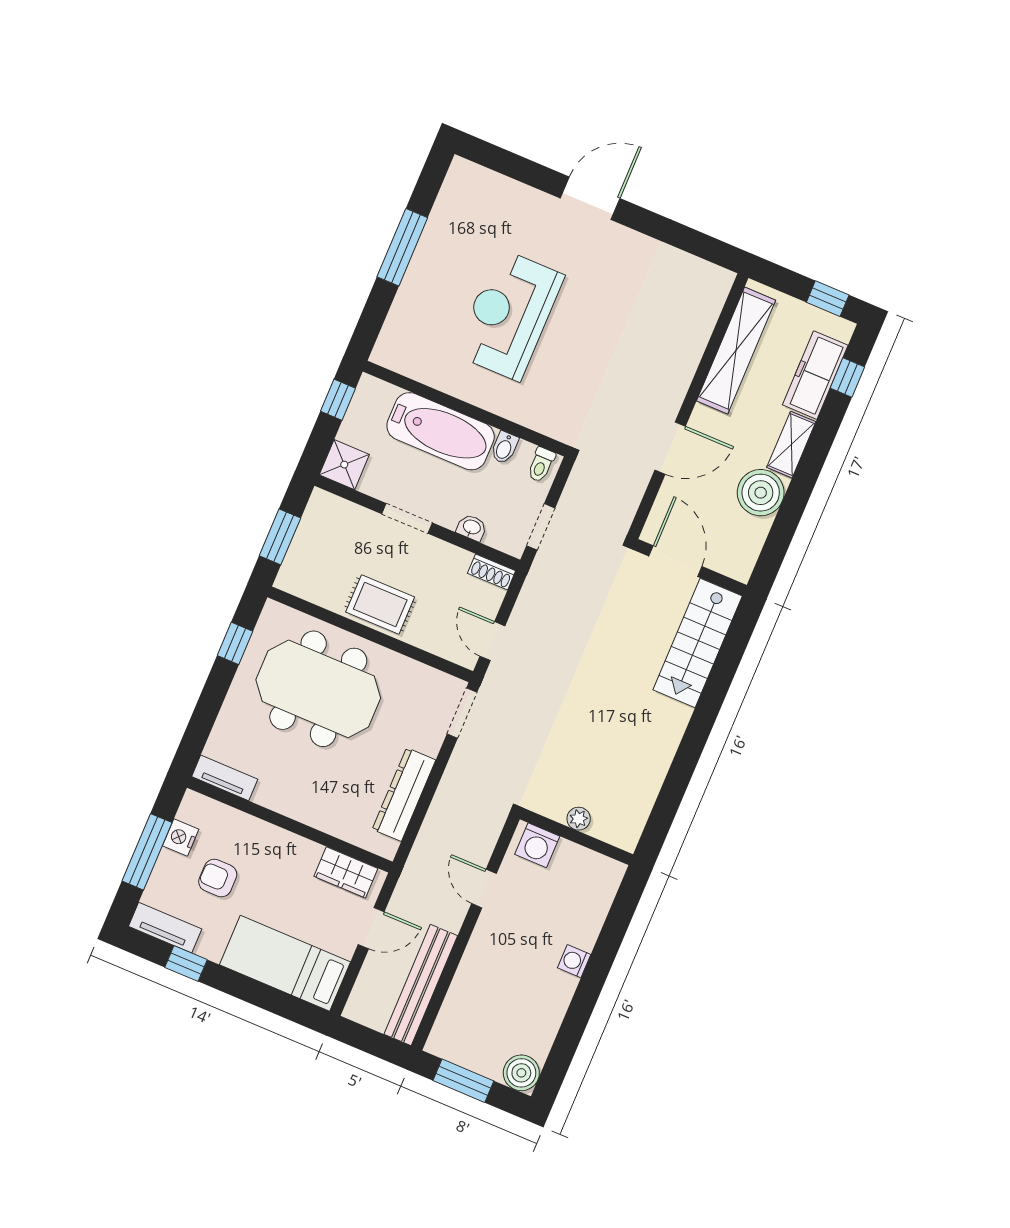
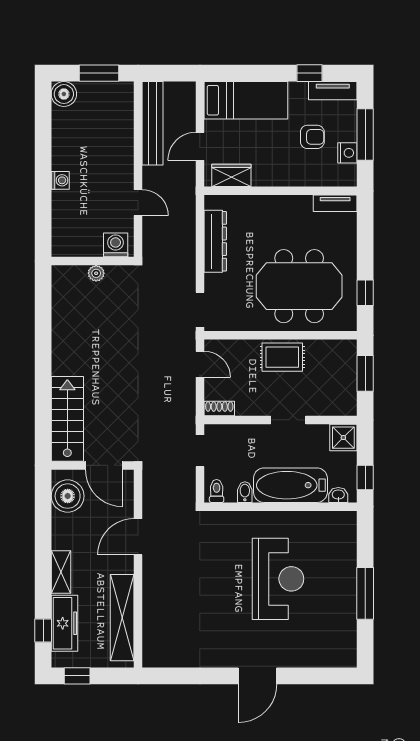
boiler: (761, 493) -> (68, 496), moved
washbasin: (472, 528) -> (338, 495), moved, turned 180

